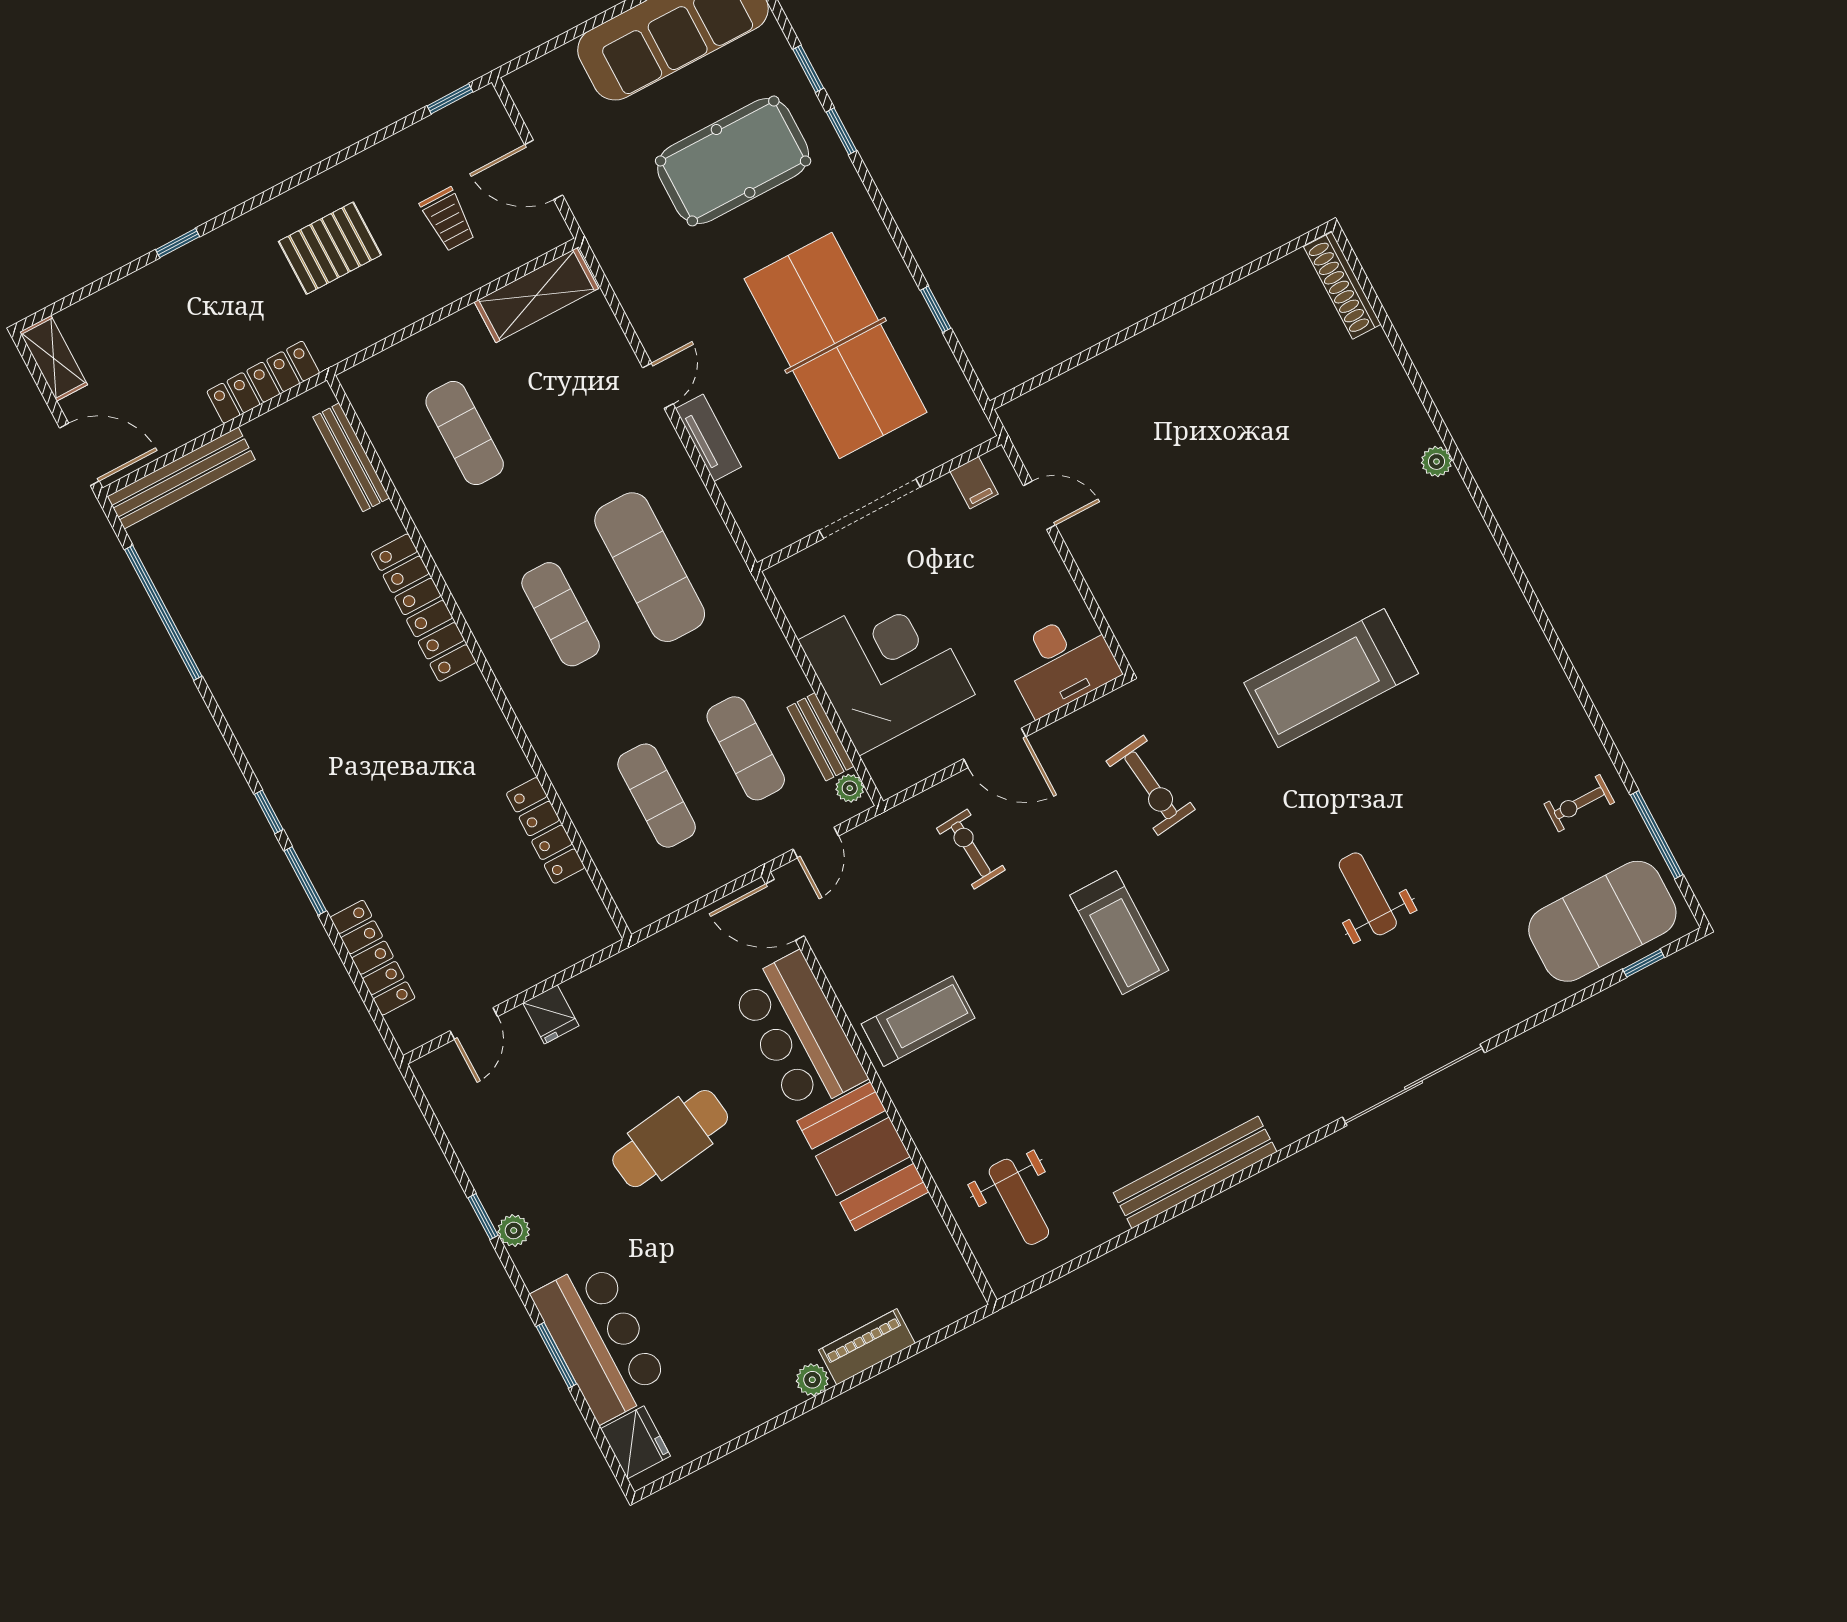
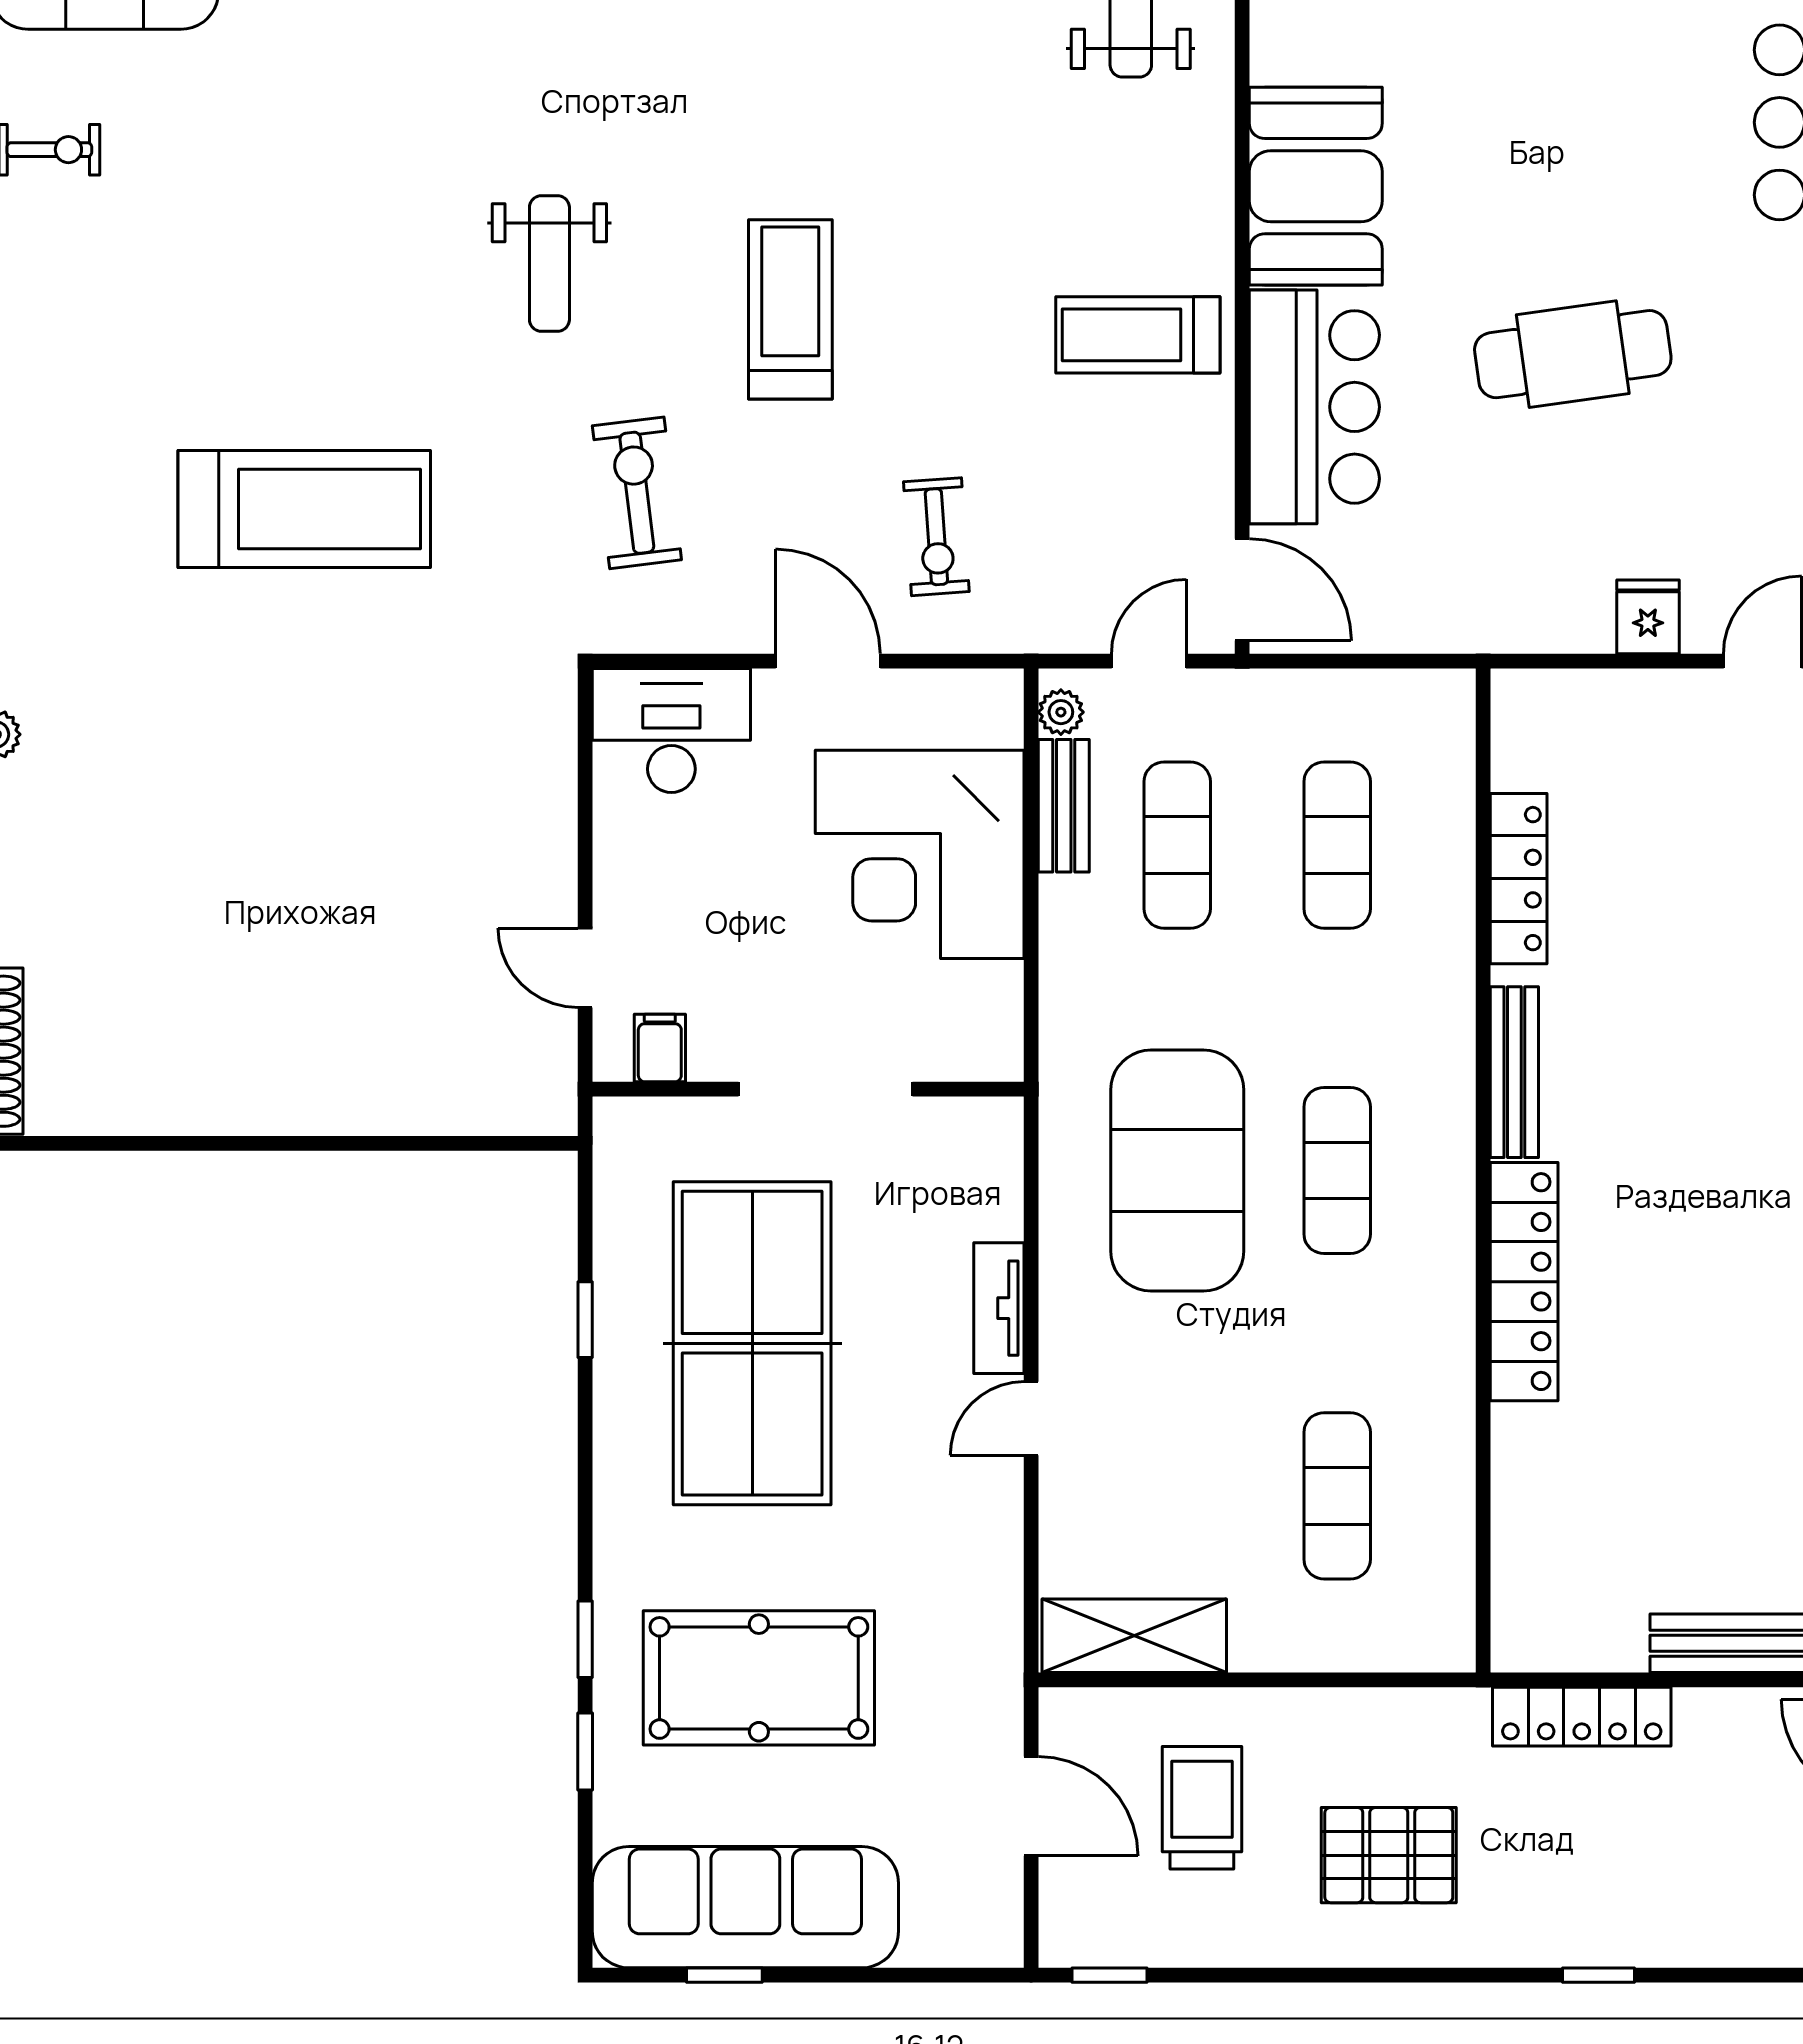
trolley: (448, 219) -> (1202, 1808), width x1.36, depth x1.39
bench: (351, 457) -> (1514, 1072), moved
exercise mat: (650, 567) -> (1177, 1170), width x1.47
weight bench: (1368, 894) -> (549, 264), moved

